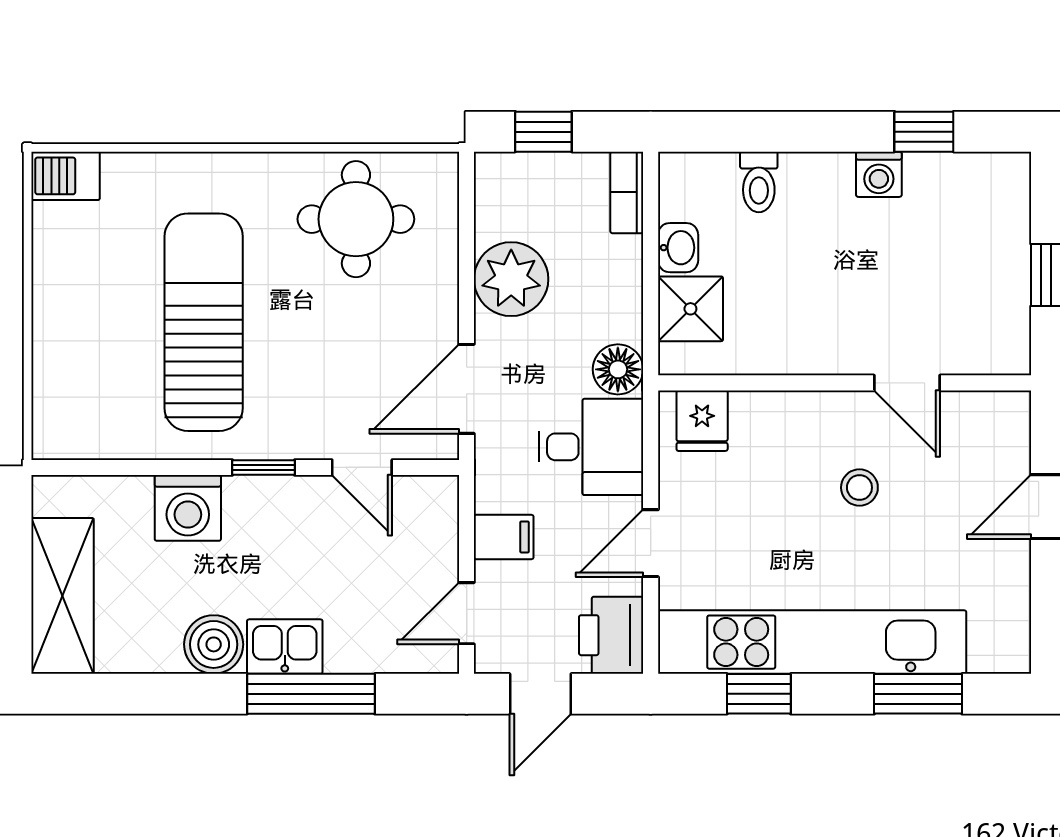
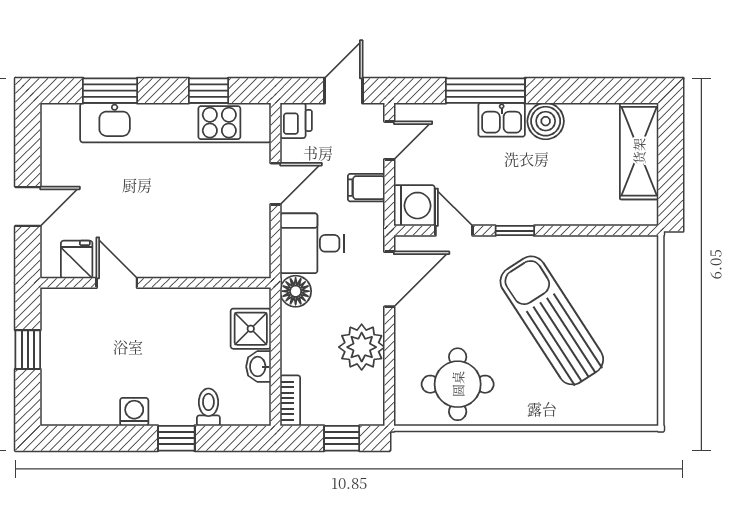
window: (924, 132) -> (176, 438), moved
barbecue: (65, 176) -> (637, 411), removed
sun lounger: (204, 322) -> (552, 320), turned 147
fridge: (702, 421) -> (77, 260), moved
stool: (859, 488) -> (146, 218), removed
washing machine: (188, 508) -> (414, 206), moved, turned 90
printer: (611, 635) -> (296, 120), width x0.73, depth x0.81

